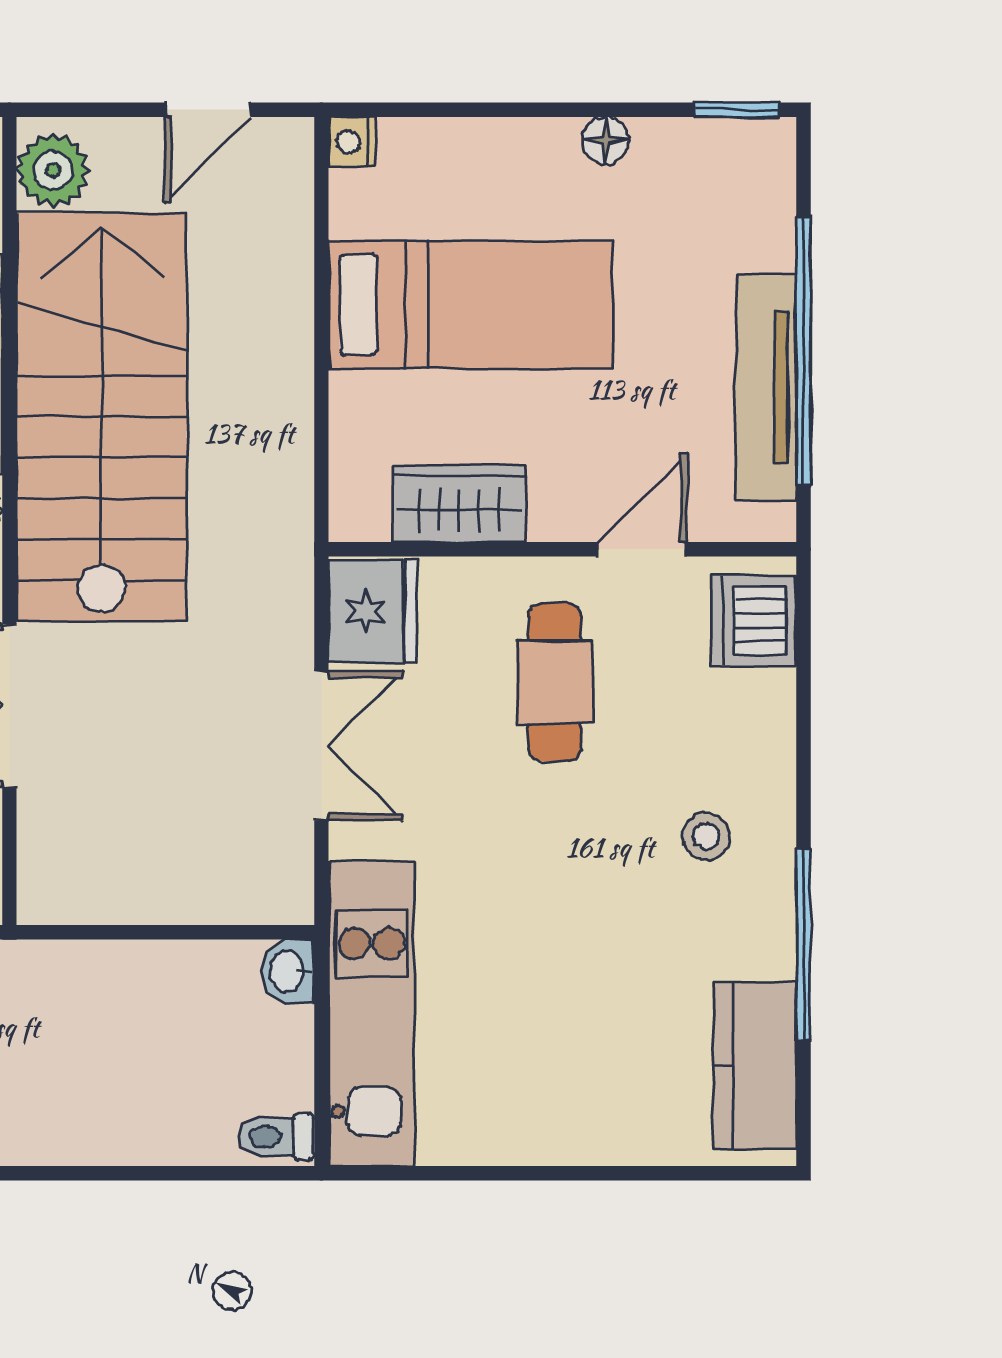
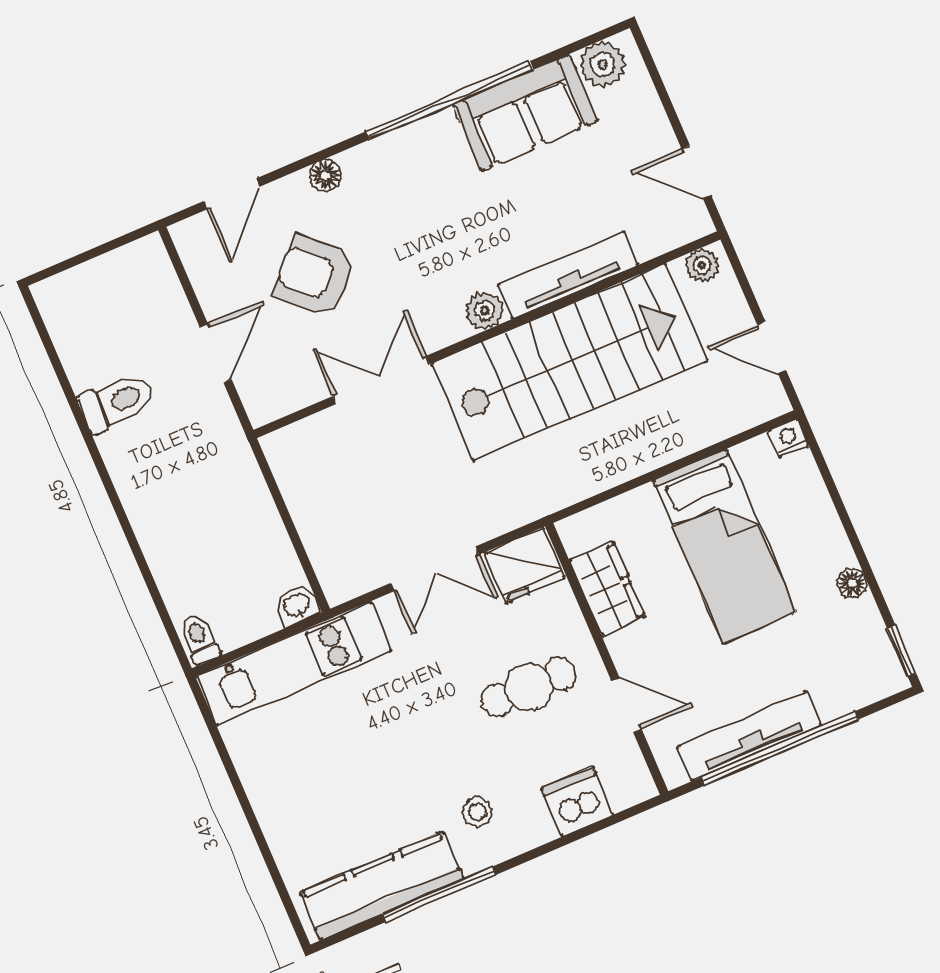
plant: (53, 170) -> (702, 265), width x0.73, depth x0.73
dishwasher: (754, 620) -> (577, 801), moved
kitchen counter: (755, 1066) -> (382, 886), width x1.50

